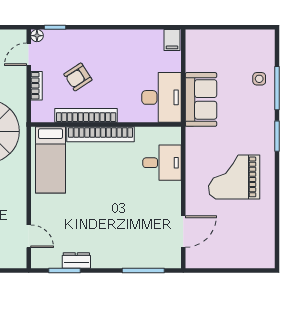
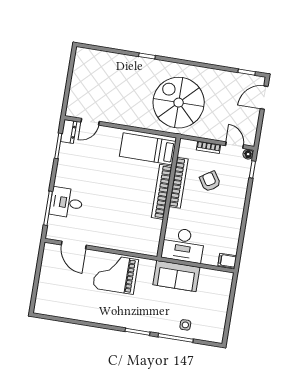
desk: (162, 163) -> (66, 203), moved, turned 90
grand piano: (234, 177) -> (116, 274), moved, turned -90
dresser: (76, 260) -> (69, 131), moved

